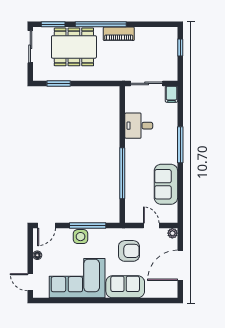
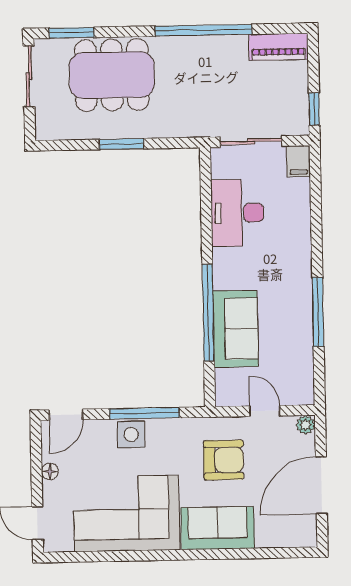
window: (101, 24) -> (203, 30), moved
piano: (119, 34) -> (279, 47), moved
window: (180, 47) -> (314, 109), moved
window: (59, 83) -> (121, 144), moved
desk: (139, 126) -> (237, 213), width x1.37
window: (180, 145) -> (318, 312), moved
sofa: (166, 184) -> (236, 329), moved, turned 180

